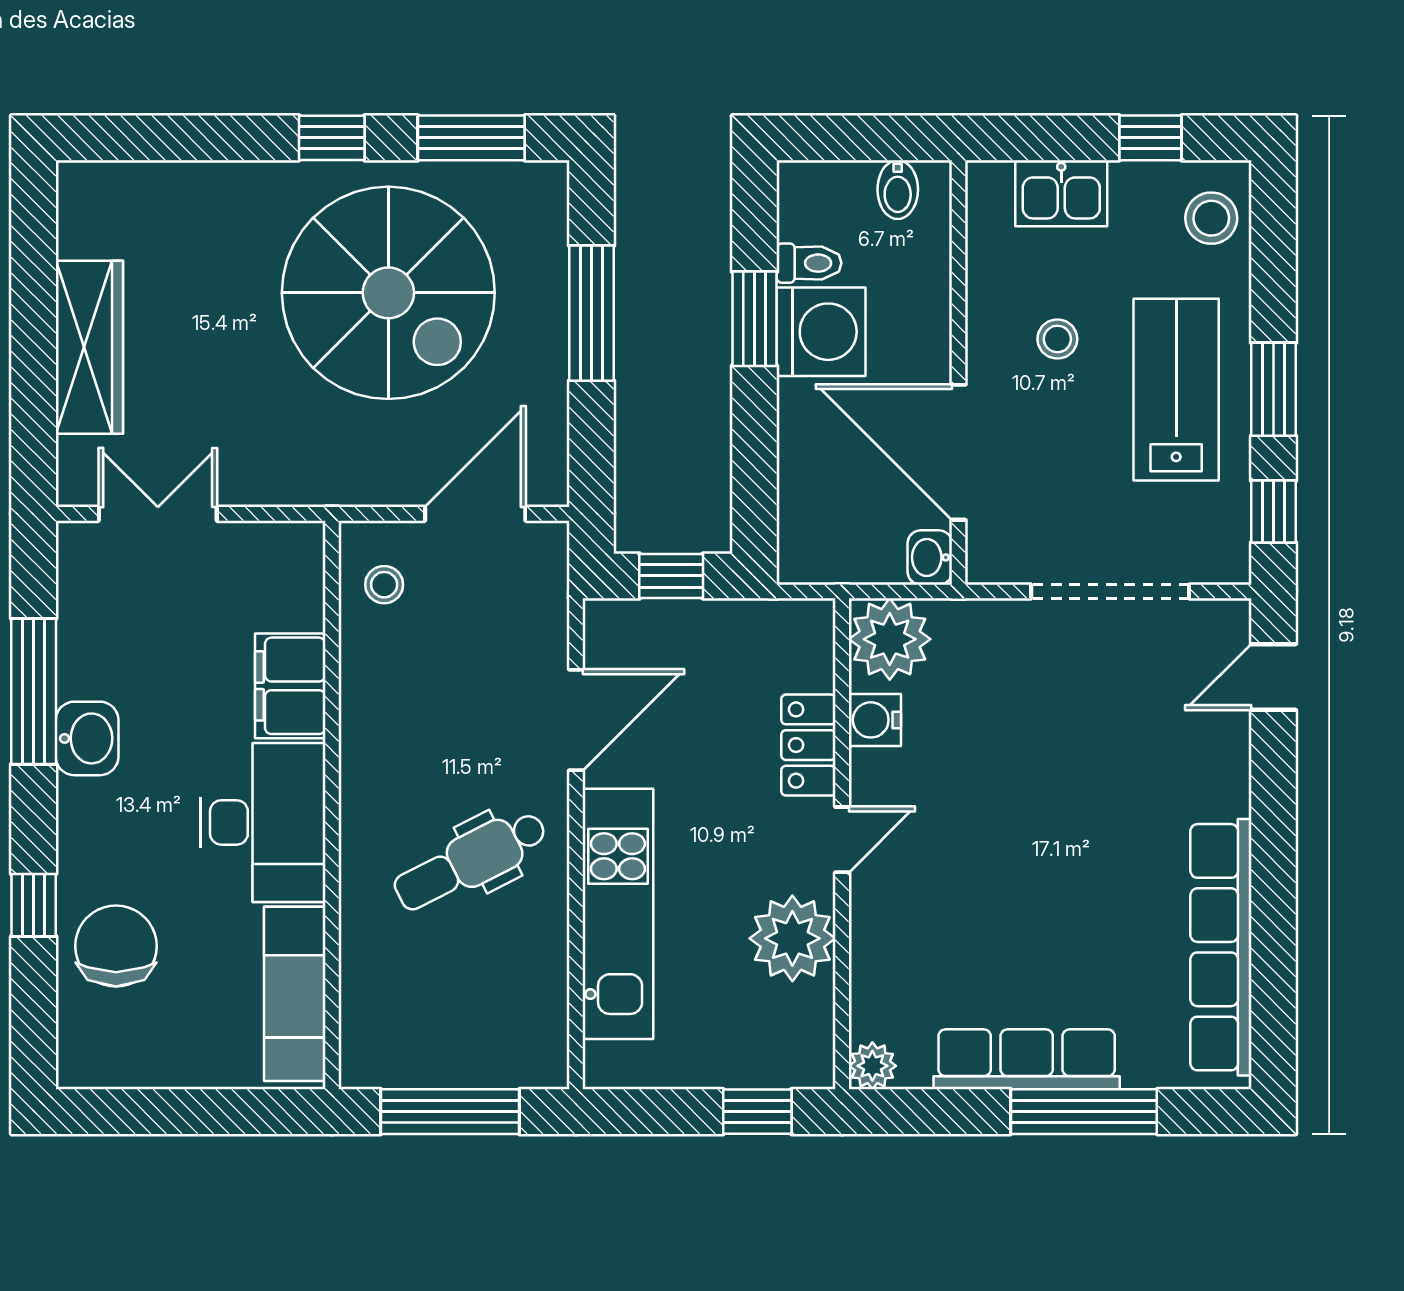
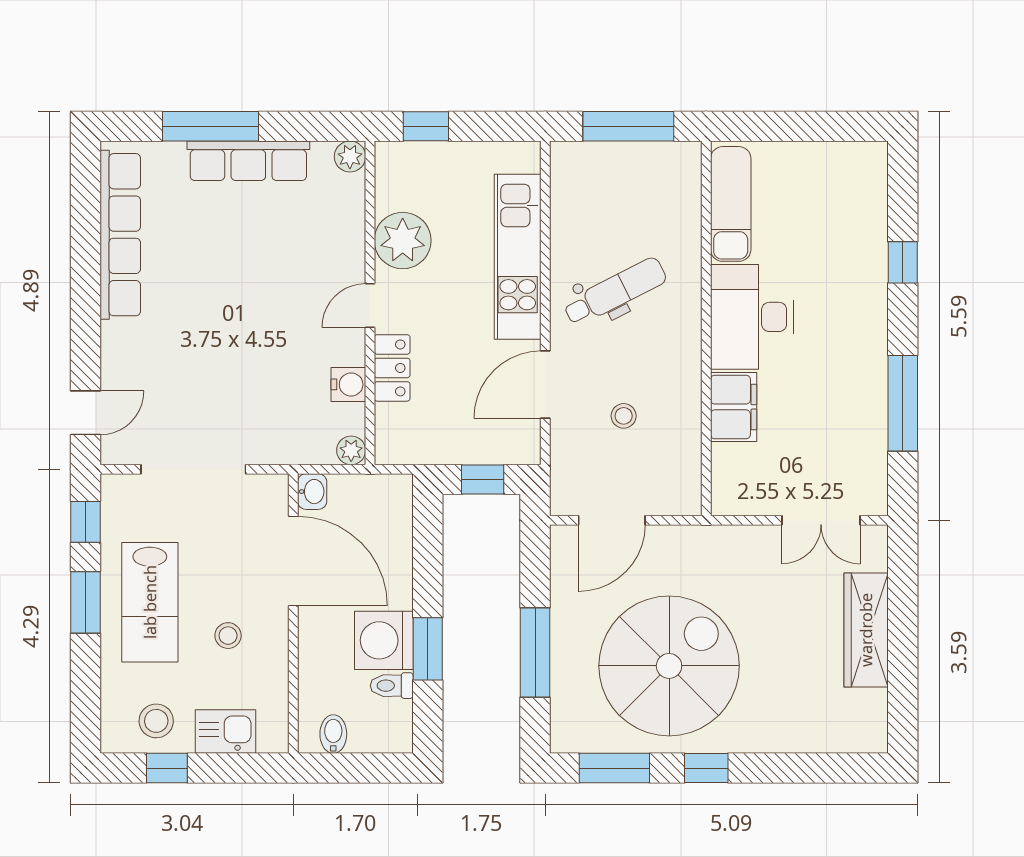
stool: (1211, 218) -> (156, 721), moved
spiral stairs: (388, 293) -> (669, 666), turned 90
stool: (384, 585) -> (624, 416), moved
plant: (890, 639) -> (351, 450), width x0.53, depth x0.53
washbasin: (87, 738) -> (868, 372), removed
chair: (116, 946) -> (849, 235), removed

